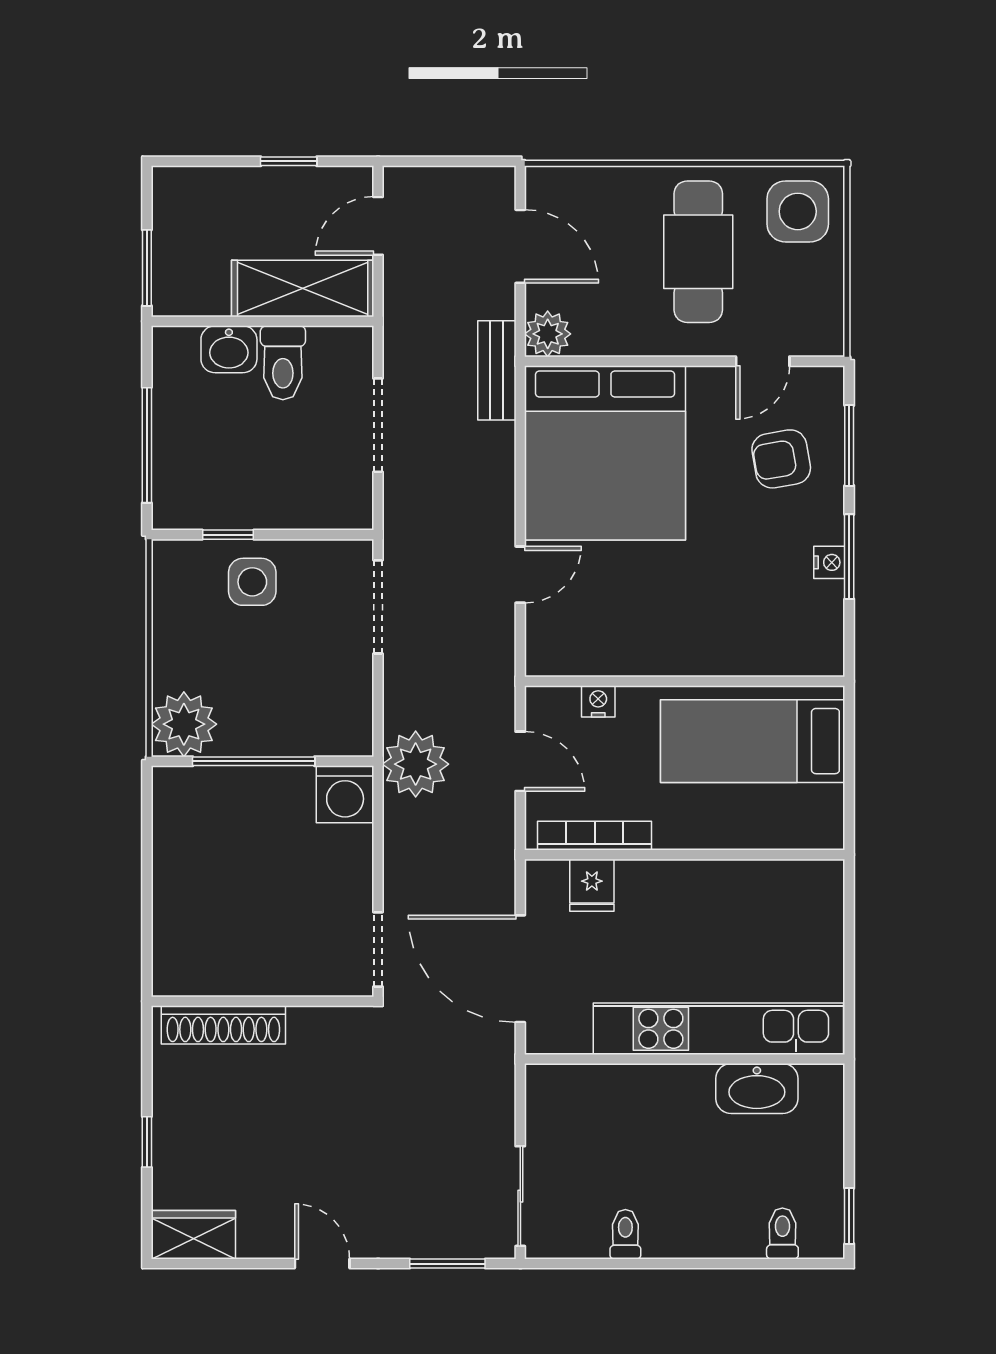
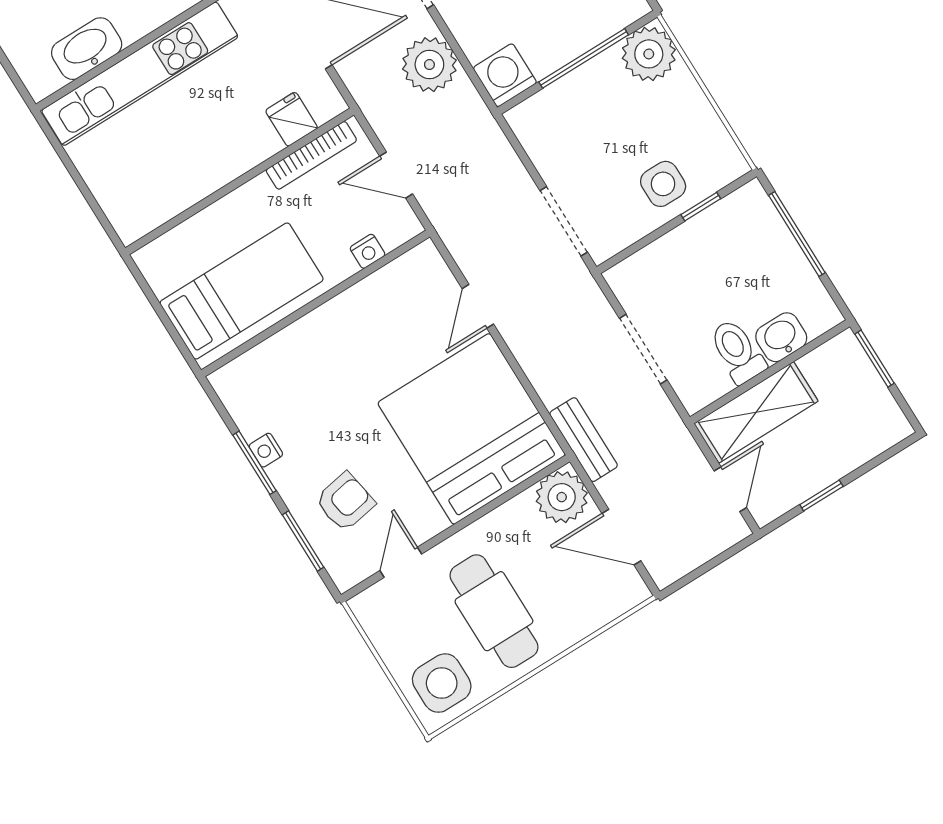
plant: (548, 334) -> (562, 497), width x1.36, depth x1.36
plant: (416, 764) -> (429, 65), moved

